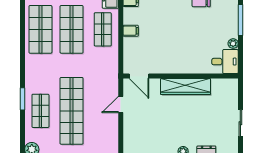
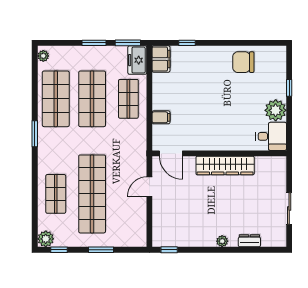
window: (240, 20) -> (289, 88), width x0.46
filing cabinet: (131, 31) -> (161, 117), moved
plant: (233, 44) -> (276, 110), width x1.88, depth x1.88
window: (22, 99) -> (35, 134), moved

